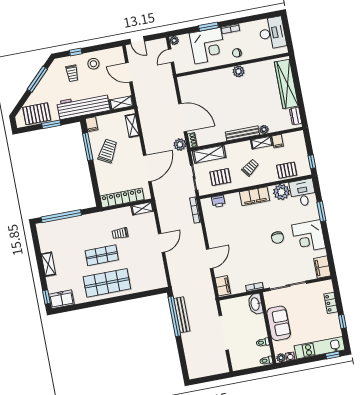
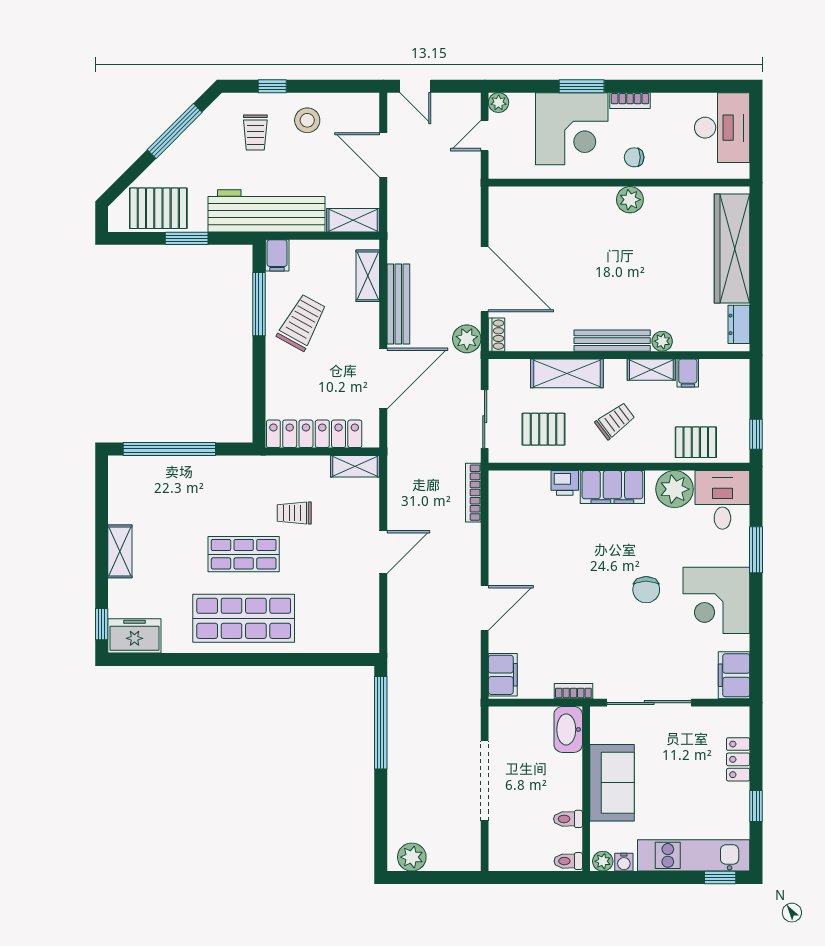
shelving: (209, 154) -> (567, 373), moved
printer: (218, 201) -> (565, 483), moved
bench: (182, 315) -> (398, 304), moved
plant: (199, 372) -> (412, 857), added

